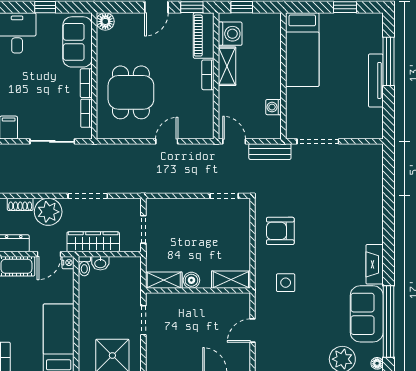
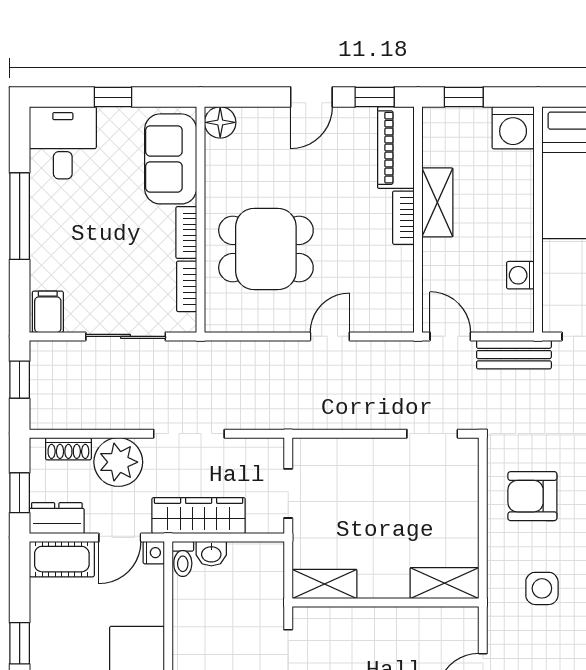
washing machine: (230, 34) -> (513, 128), moved, turned 90
dining table: (131, 92) -> (266, 249), turned 90
boiler: (191, 280) -> (374, 584), removed

